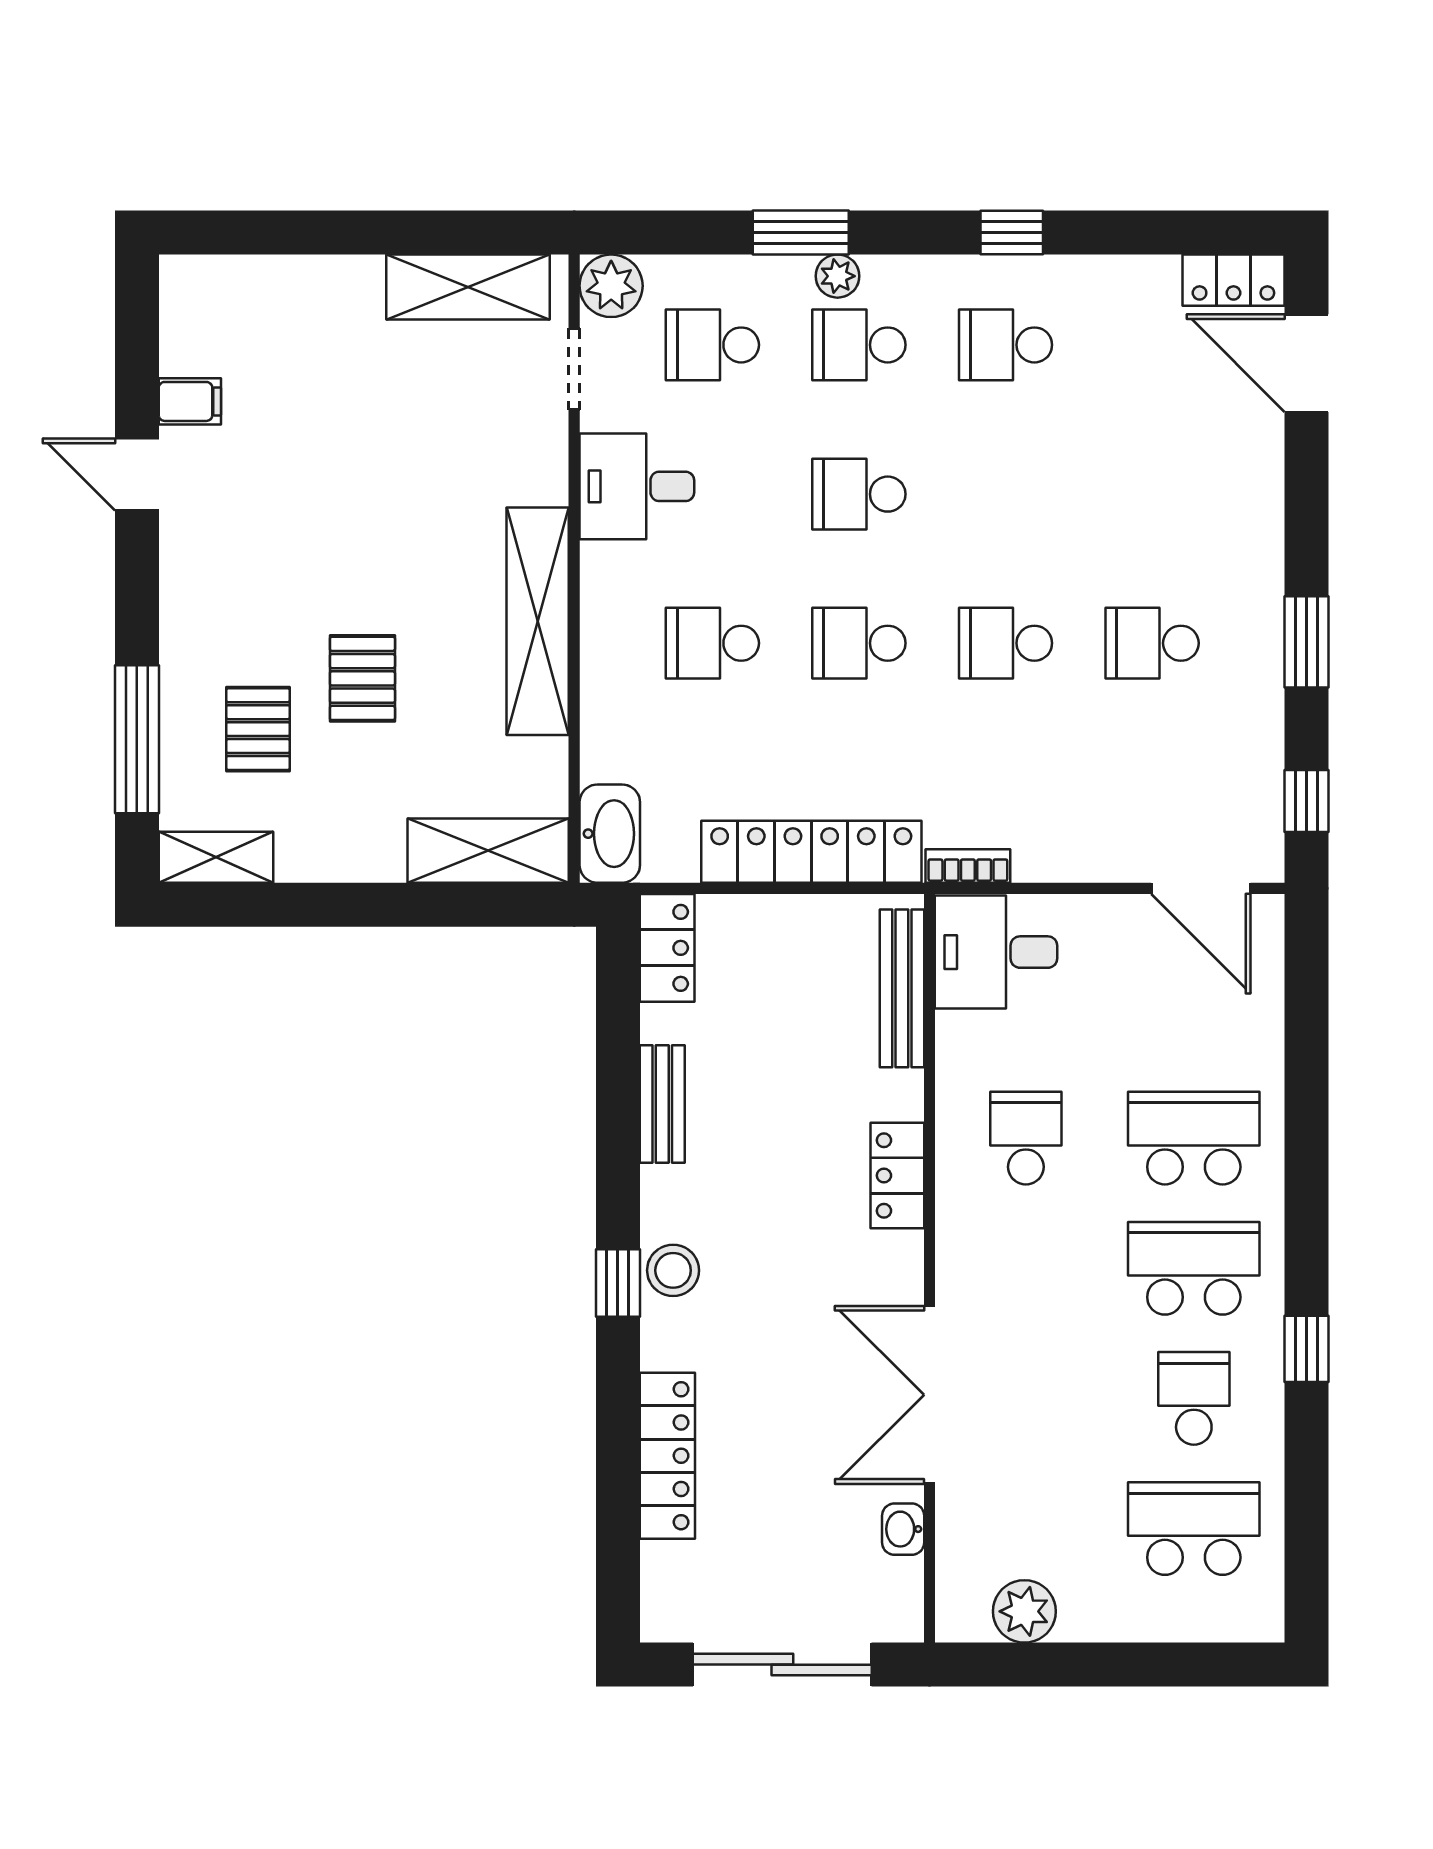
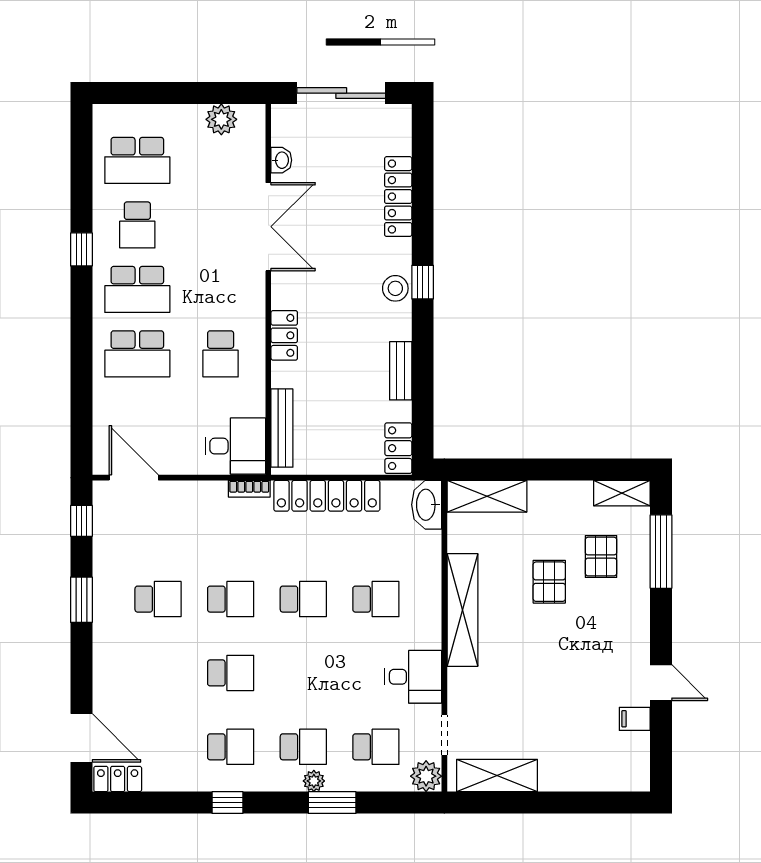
school desk: (859, 494) -> (231, 673), moved

